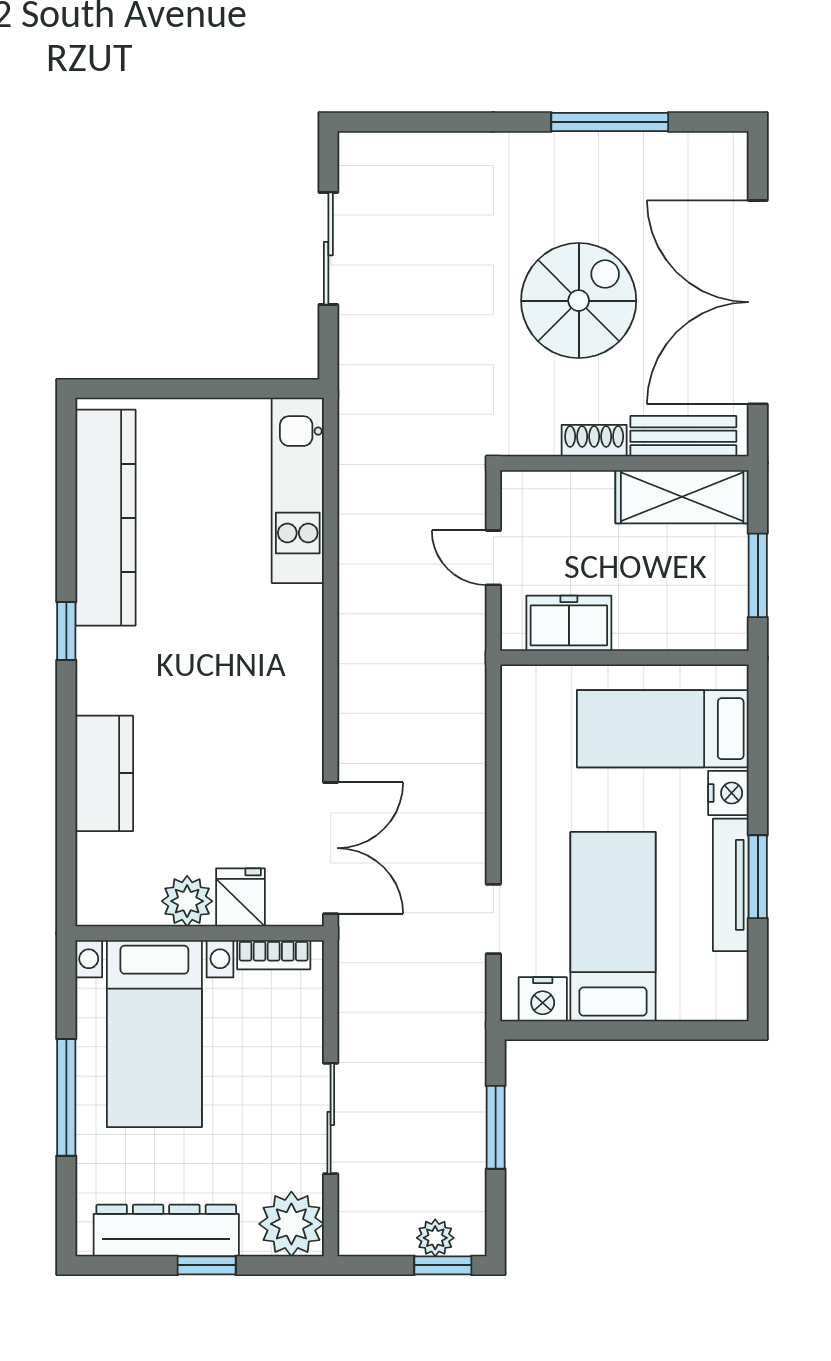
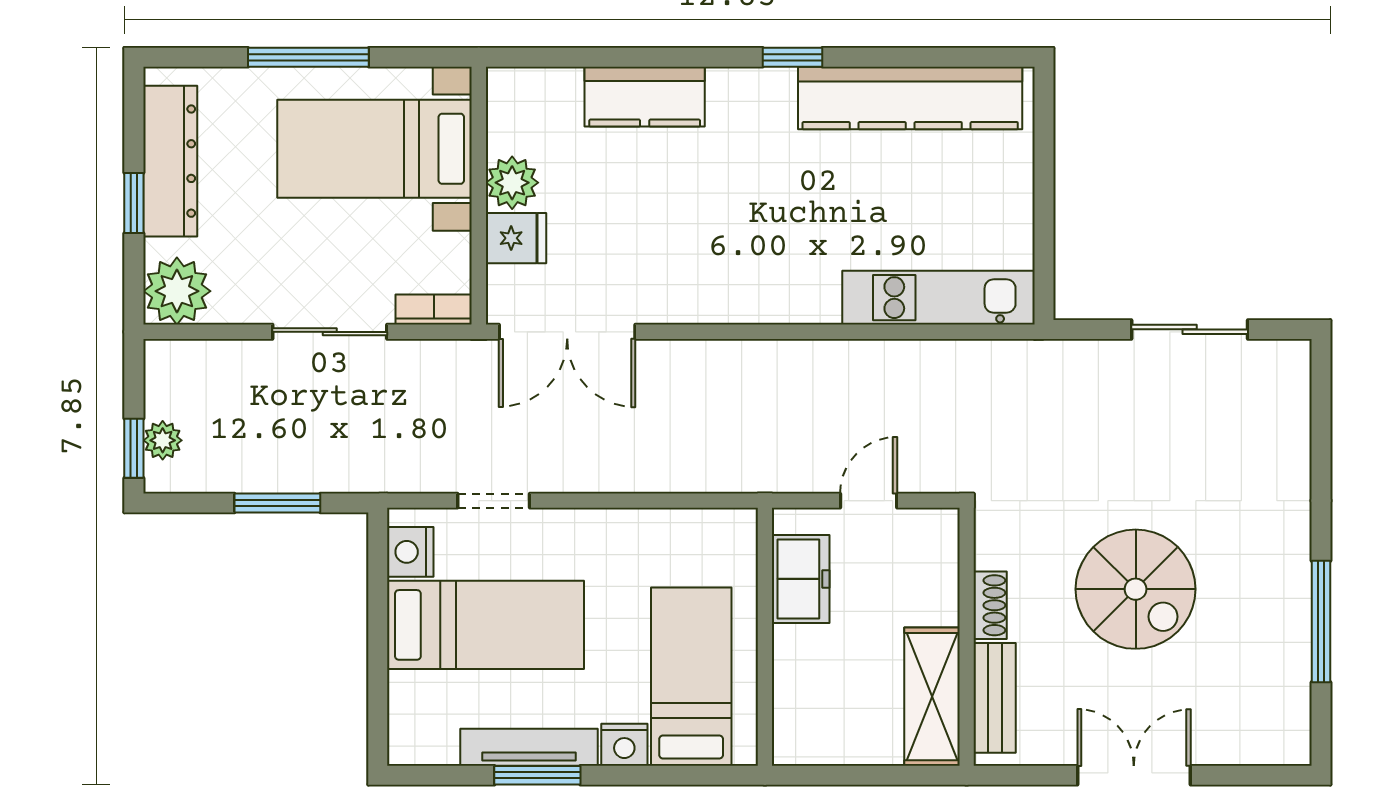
double door: (758, 302) -> (1134, 775), width x0.54
window: (758, 575) -> (850, 775), removed
bookcase: (274, 955) -> (434, 310), moved, turned 90
sliding door: (331, 1118) -> (330, 332), moved

